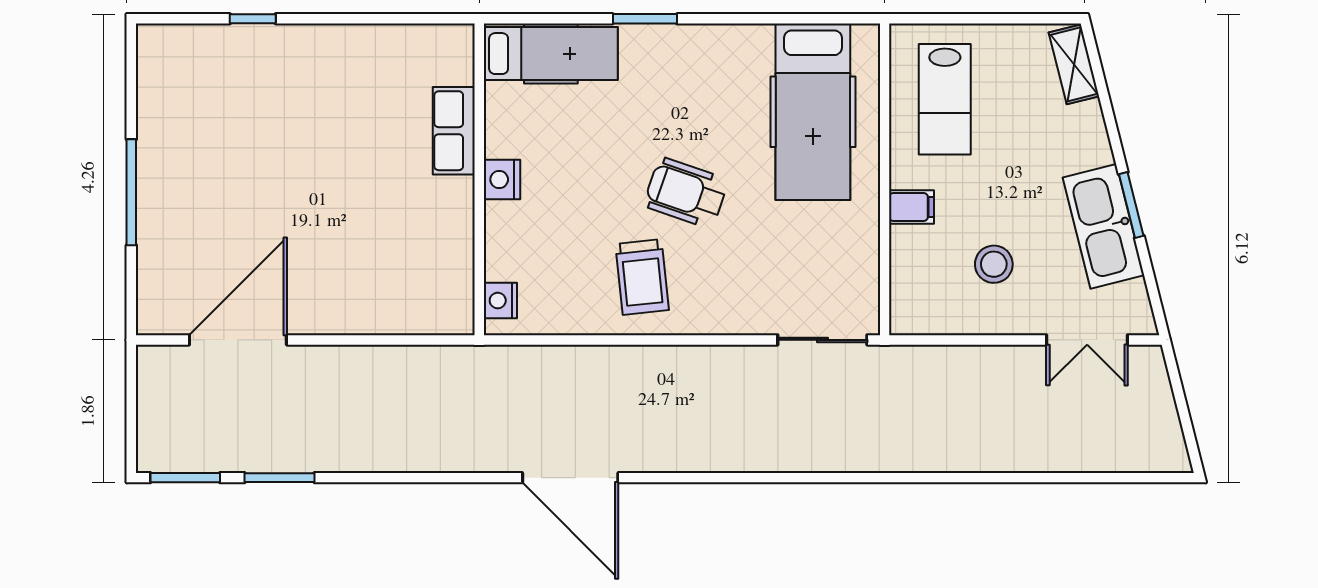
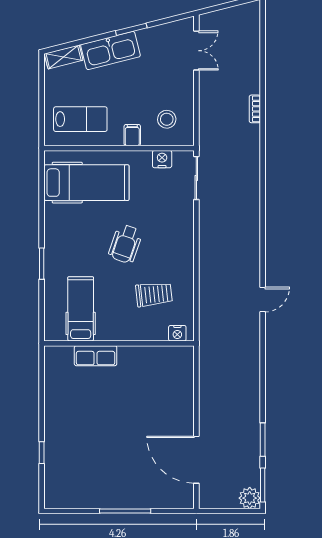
hospital bed: (551, 54) -> (81, 309), moved
nightstand: (502, 180) -> (162, 159), moved, turned 180
kitchen sink: (1103, 226) -> (110, 51), moved
stool: (994, 264) -> (167, 119), moved
trolley: (642, 277) -> (154, 294), moved
plant: (158, 451) -> (250, 498), added
bookcase: (966, 461) -> (255, 109), added
door: (570, 478) -> (263, 300), width x0.53

